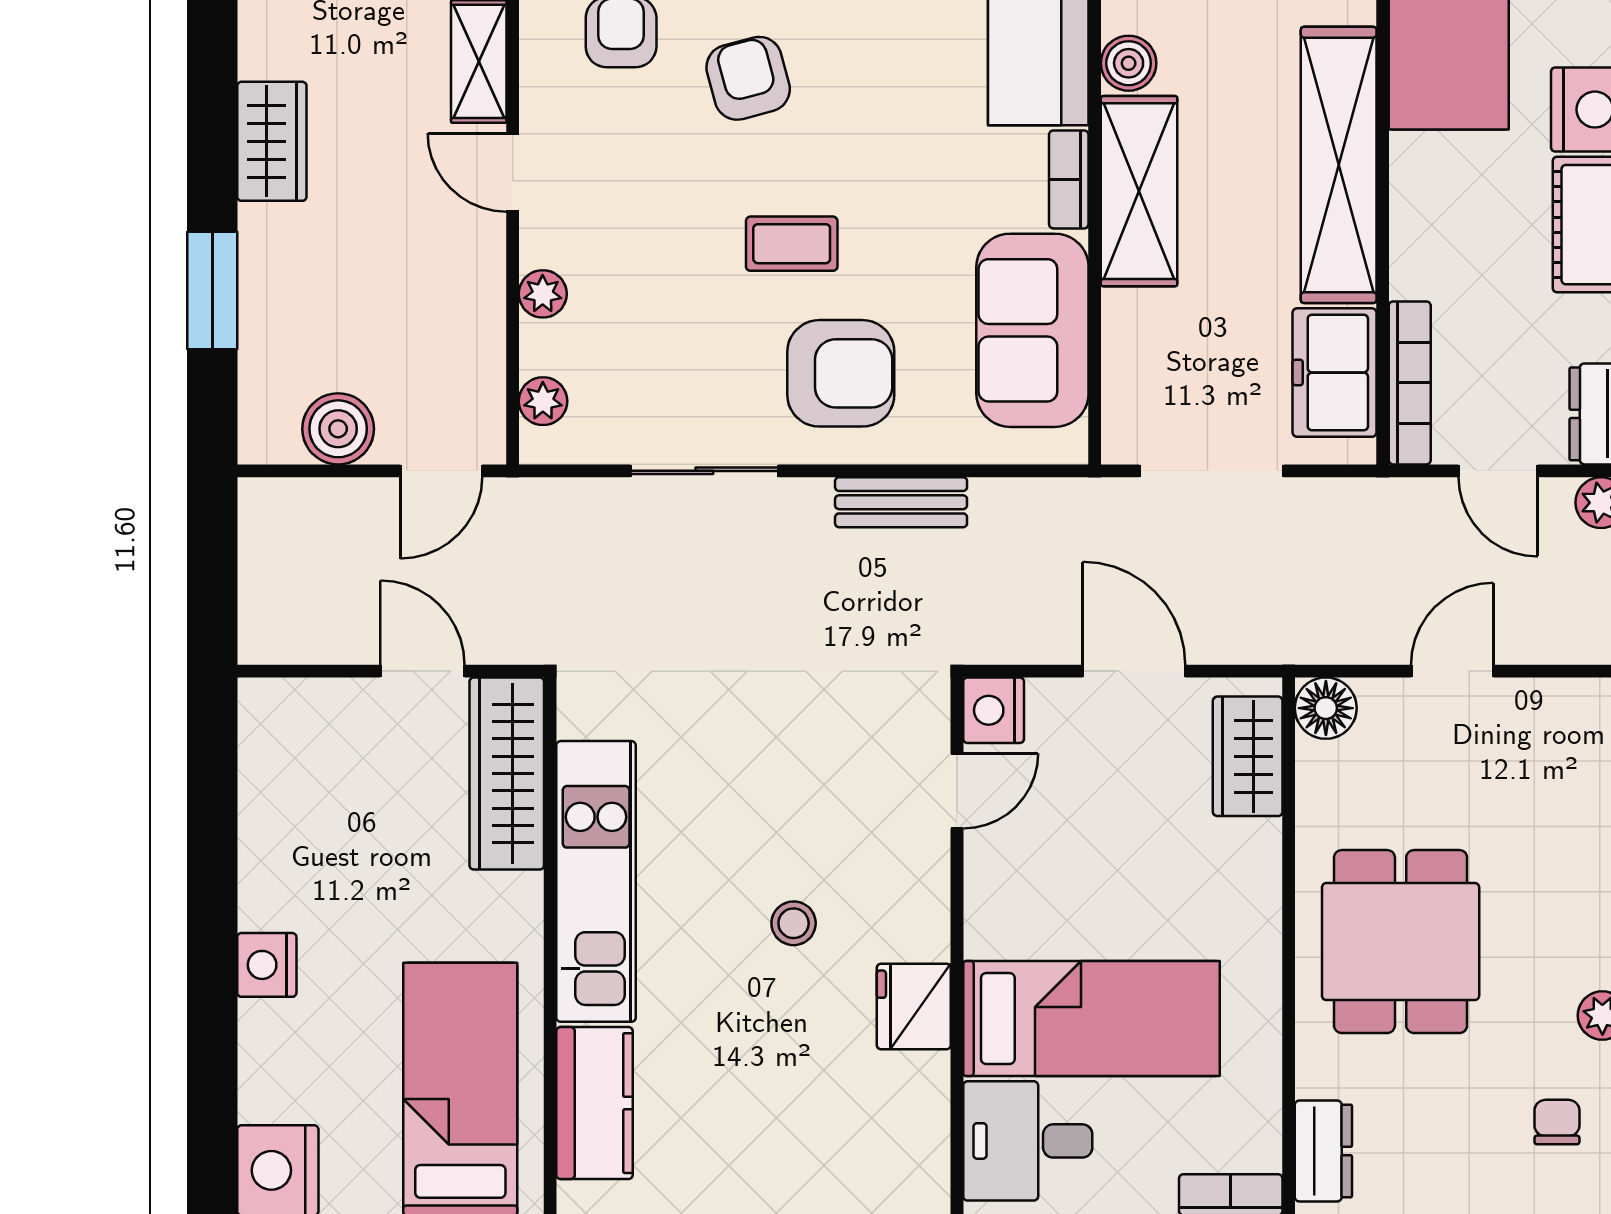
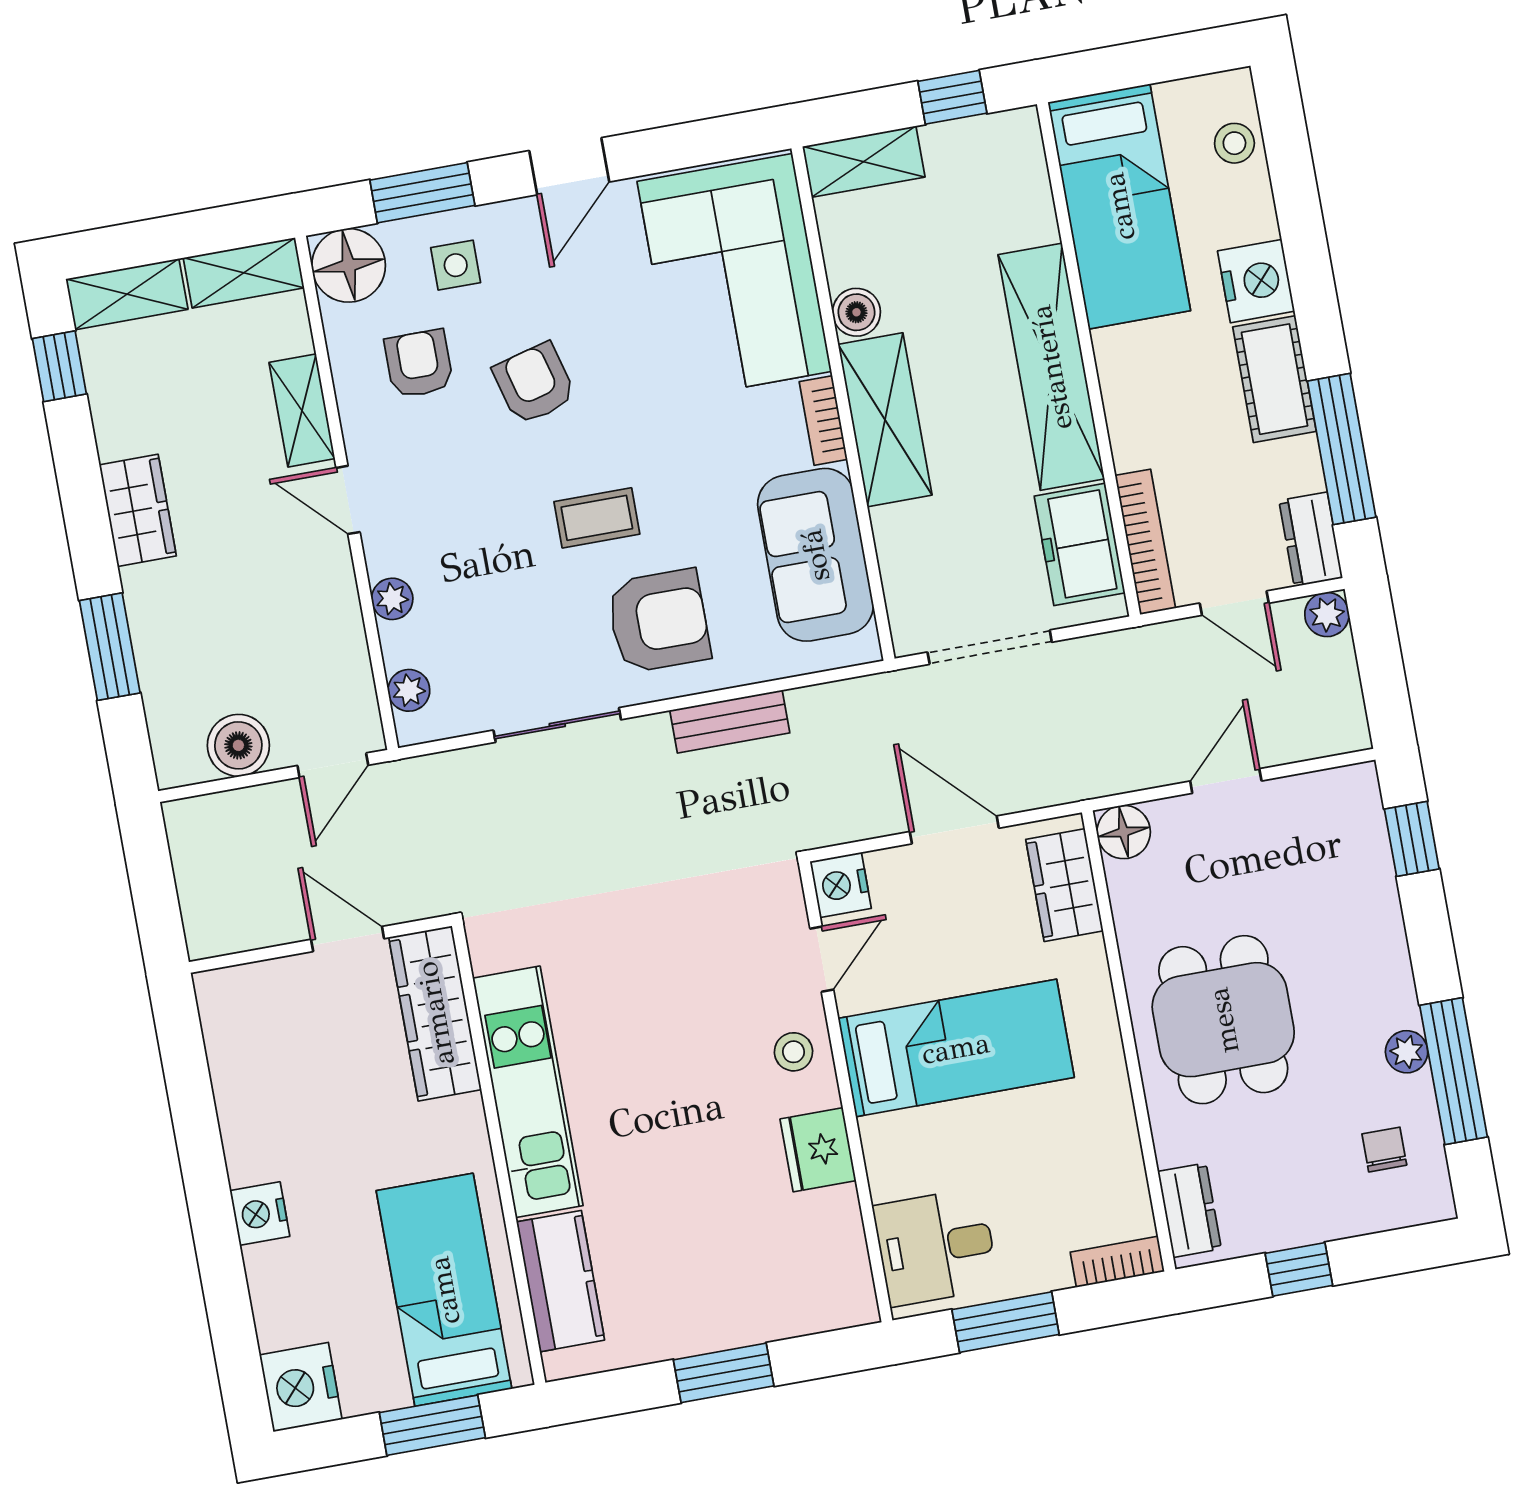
stool: (794, 923) -> (793, 1052), moved
bed: (1091, 1018) -> (956, 1048), moved

